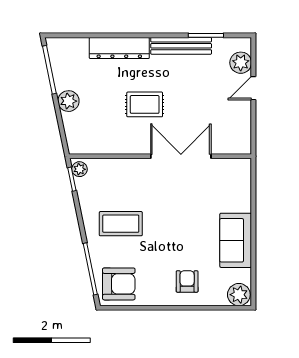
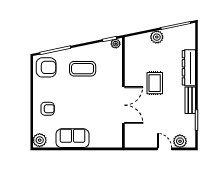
bench: (181, 46) -> (190, 100), width x0.73
coffee table: (121, 224) -> (83, 69), turned 90
armchair: (119, 284) -> (46, 67), turned -90

